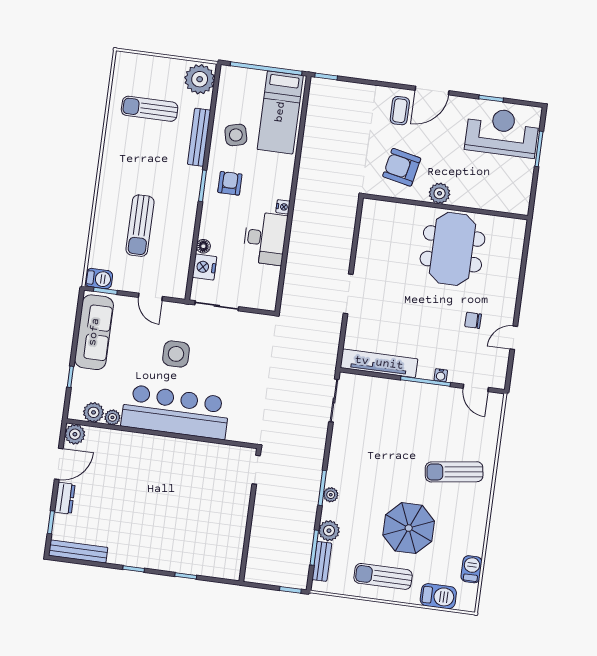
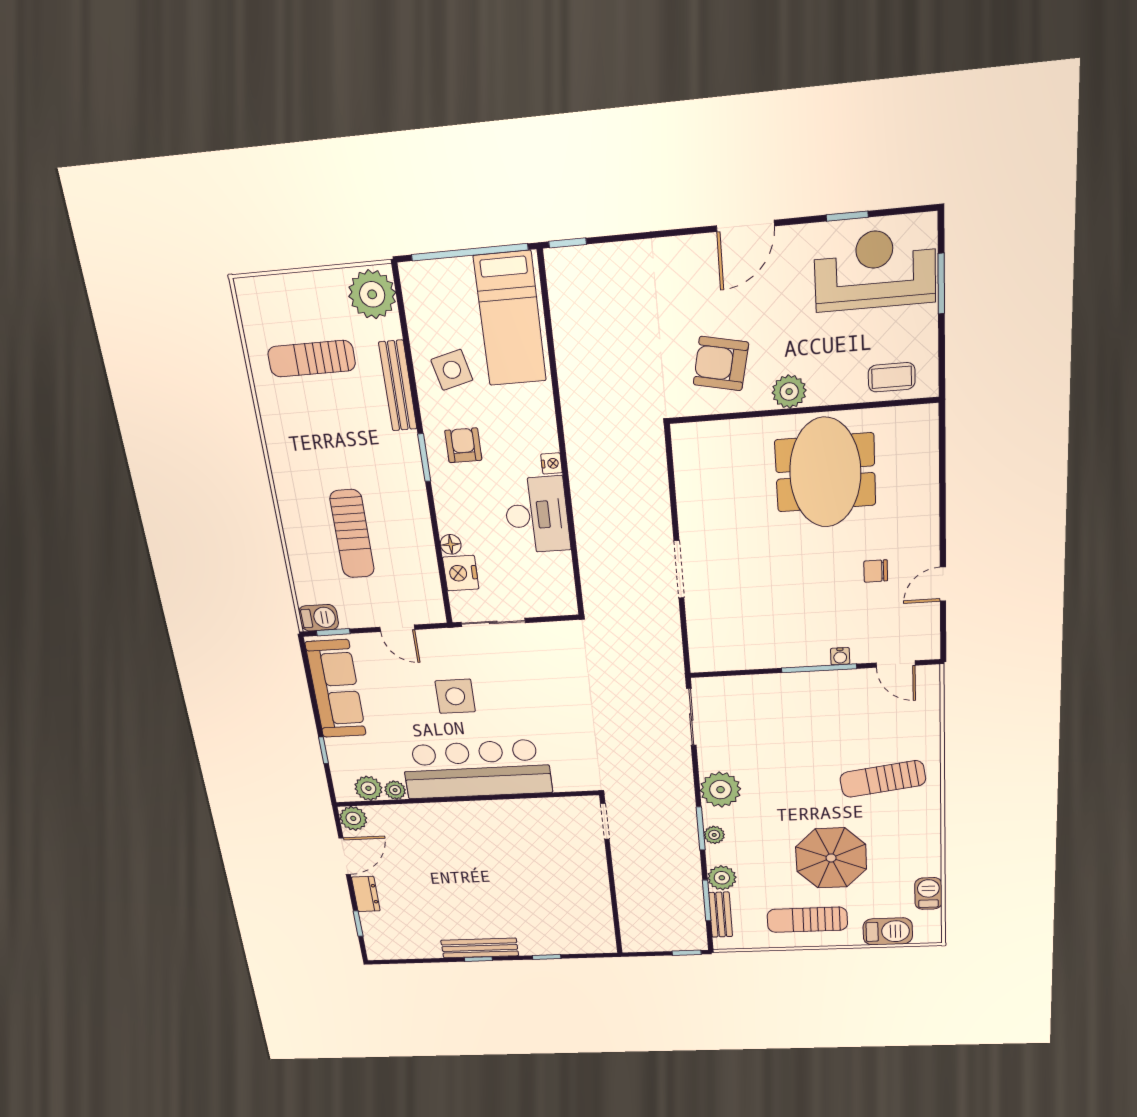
coffee table: (400, 111) -> (892, 377), moved, turned 90
tv unit: (379, 363) -> (746, 657), removed
plant: (342, 460) -> (720, 790), added
bench: (78, 551) -> (480, 948), moved

